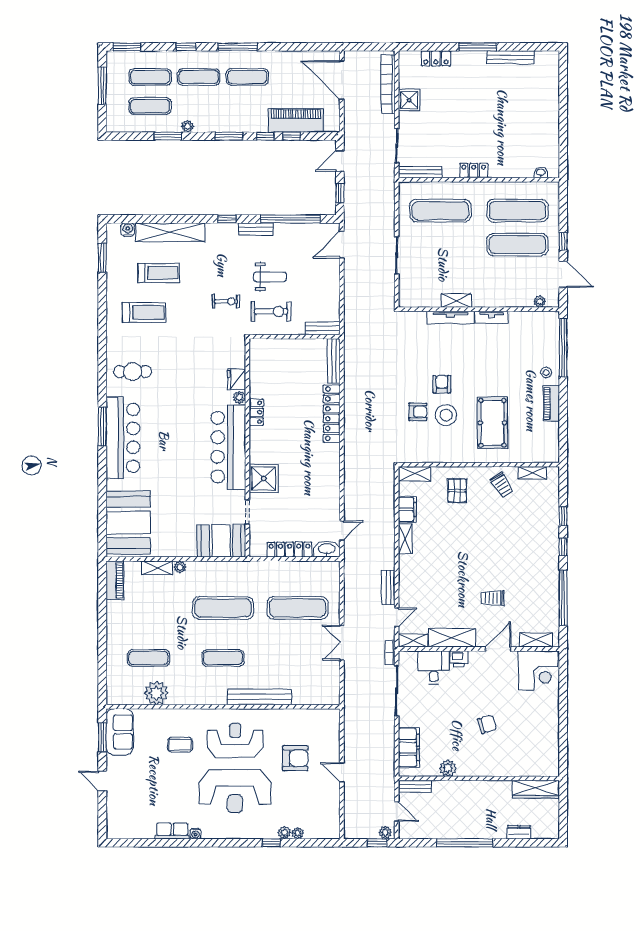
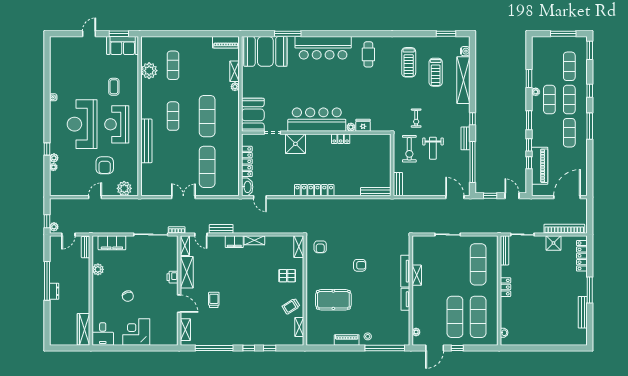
locker: (436, 58) -> (582, 256), width x1.53
exercise mat: (150, 106) -> (549, 99), moved
armchair: (418, 412) -> (320, 247), moved
locker: (332, 414) -> (314, 190), moved
stool: (446, 415) -> (339, 268), removed
window: (102, 427) -> (288, 34), moved
filing cabinet: (407, 509) -> (234, 242), moved
desk: (434, 667) -> (103, 334), moved, turned 90
corner desk: (538, 670) -> (136, 332), moved, turned 90
plant: (329, 730) -> (124, 188), added
reception desk: (235, 741) -> (117, 124), turned 180
row of seats: (172, 831) -> (55, 81), removed
dresser: (519, 832) -> (54, 291), moved

